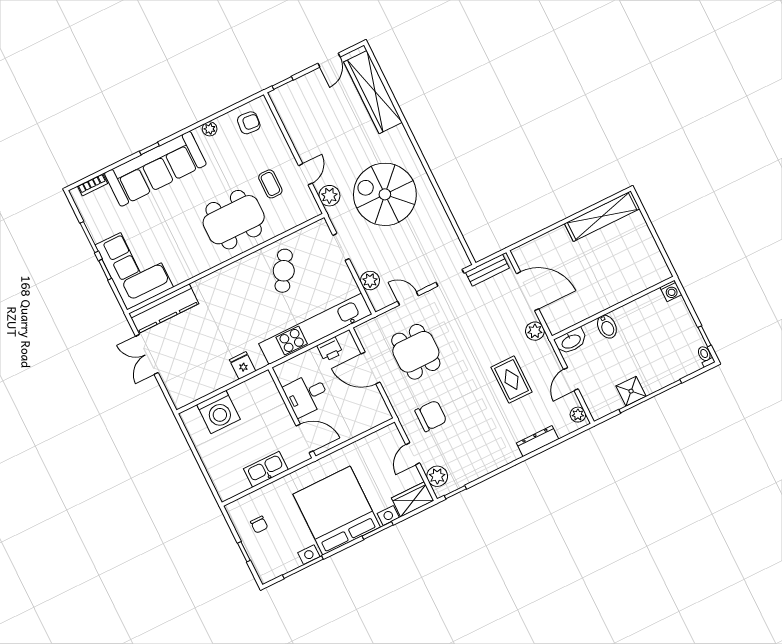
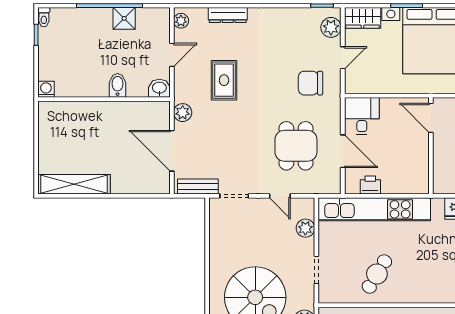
washbasin: (571, 341) -> (159, 88), width x0.72
desk: (306, 395) -> (362, 116), moved, turned -90

